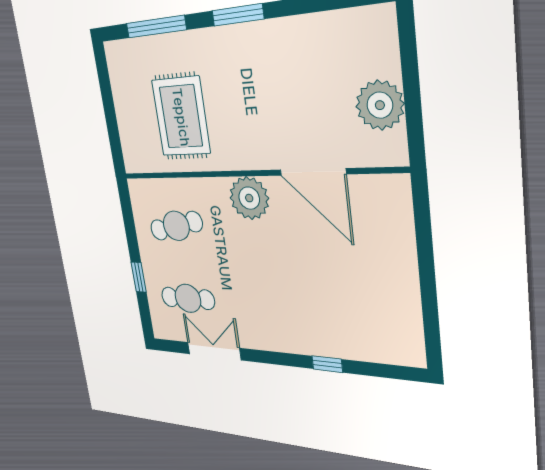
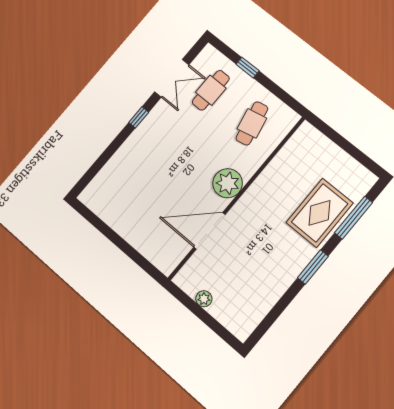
plant: (380, 105) -> (204, 299), width x0.53, depth x0.53
rug: (181, 117) -> (320, 213), moved, turned 90
window: (327, 364) -> (139, 117), moved

